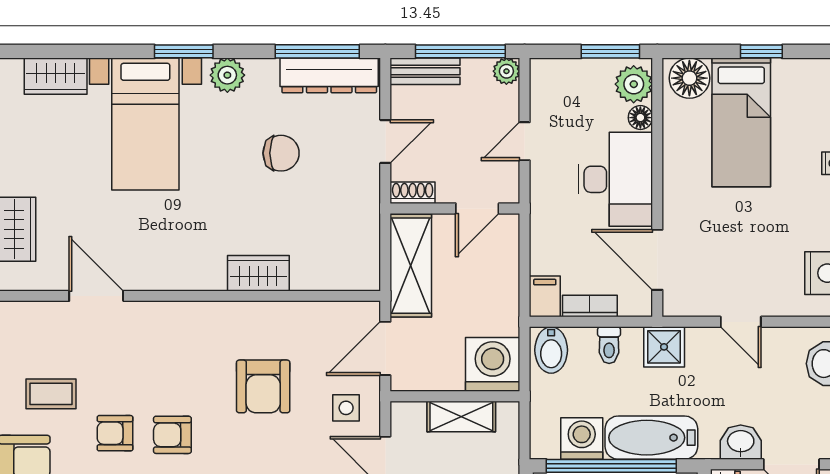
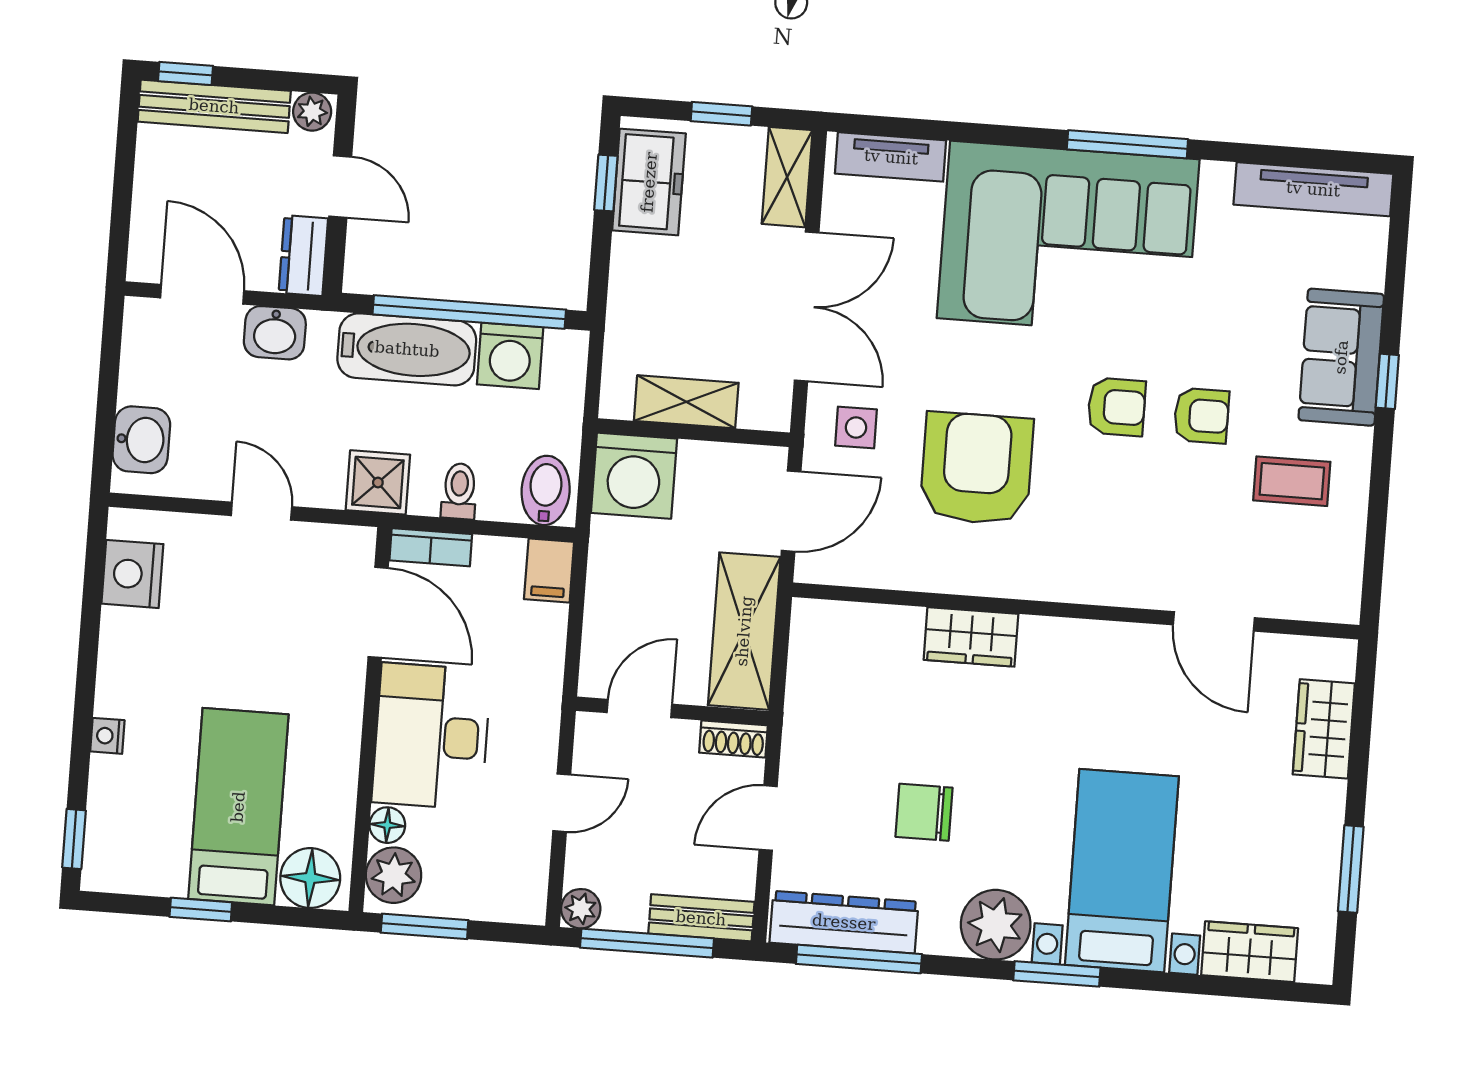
plant: (227, 75) -> (996, 925), width x1.36, depth x1.36
bookcase: (590, 306) -> (431, 547), moved
armchair: (263, 386) -> (977, 469), width x1.36, depth x1.36

